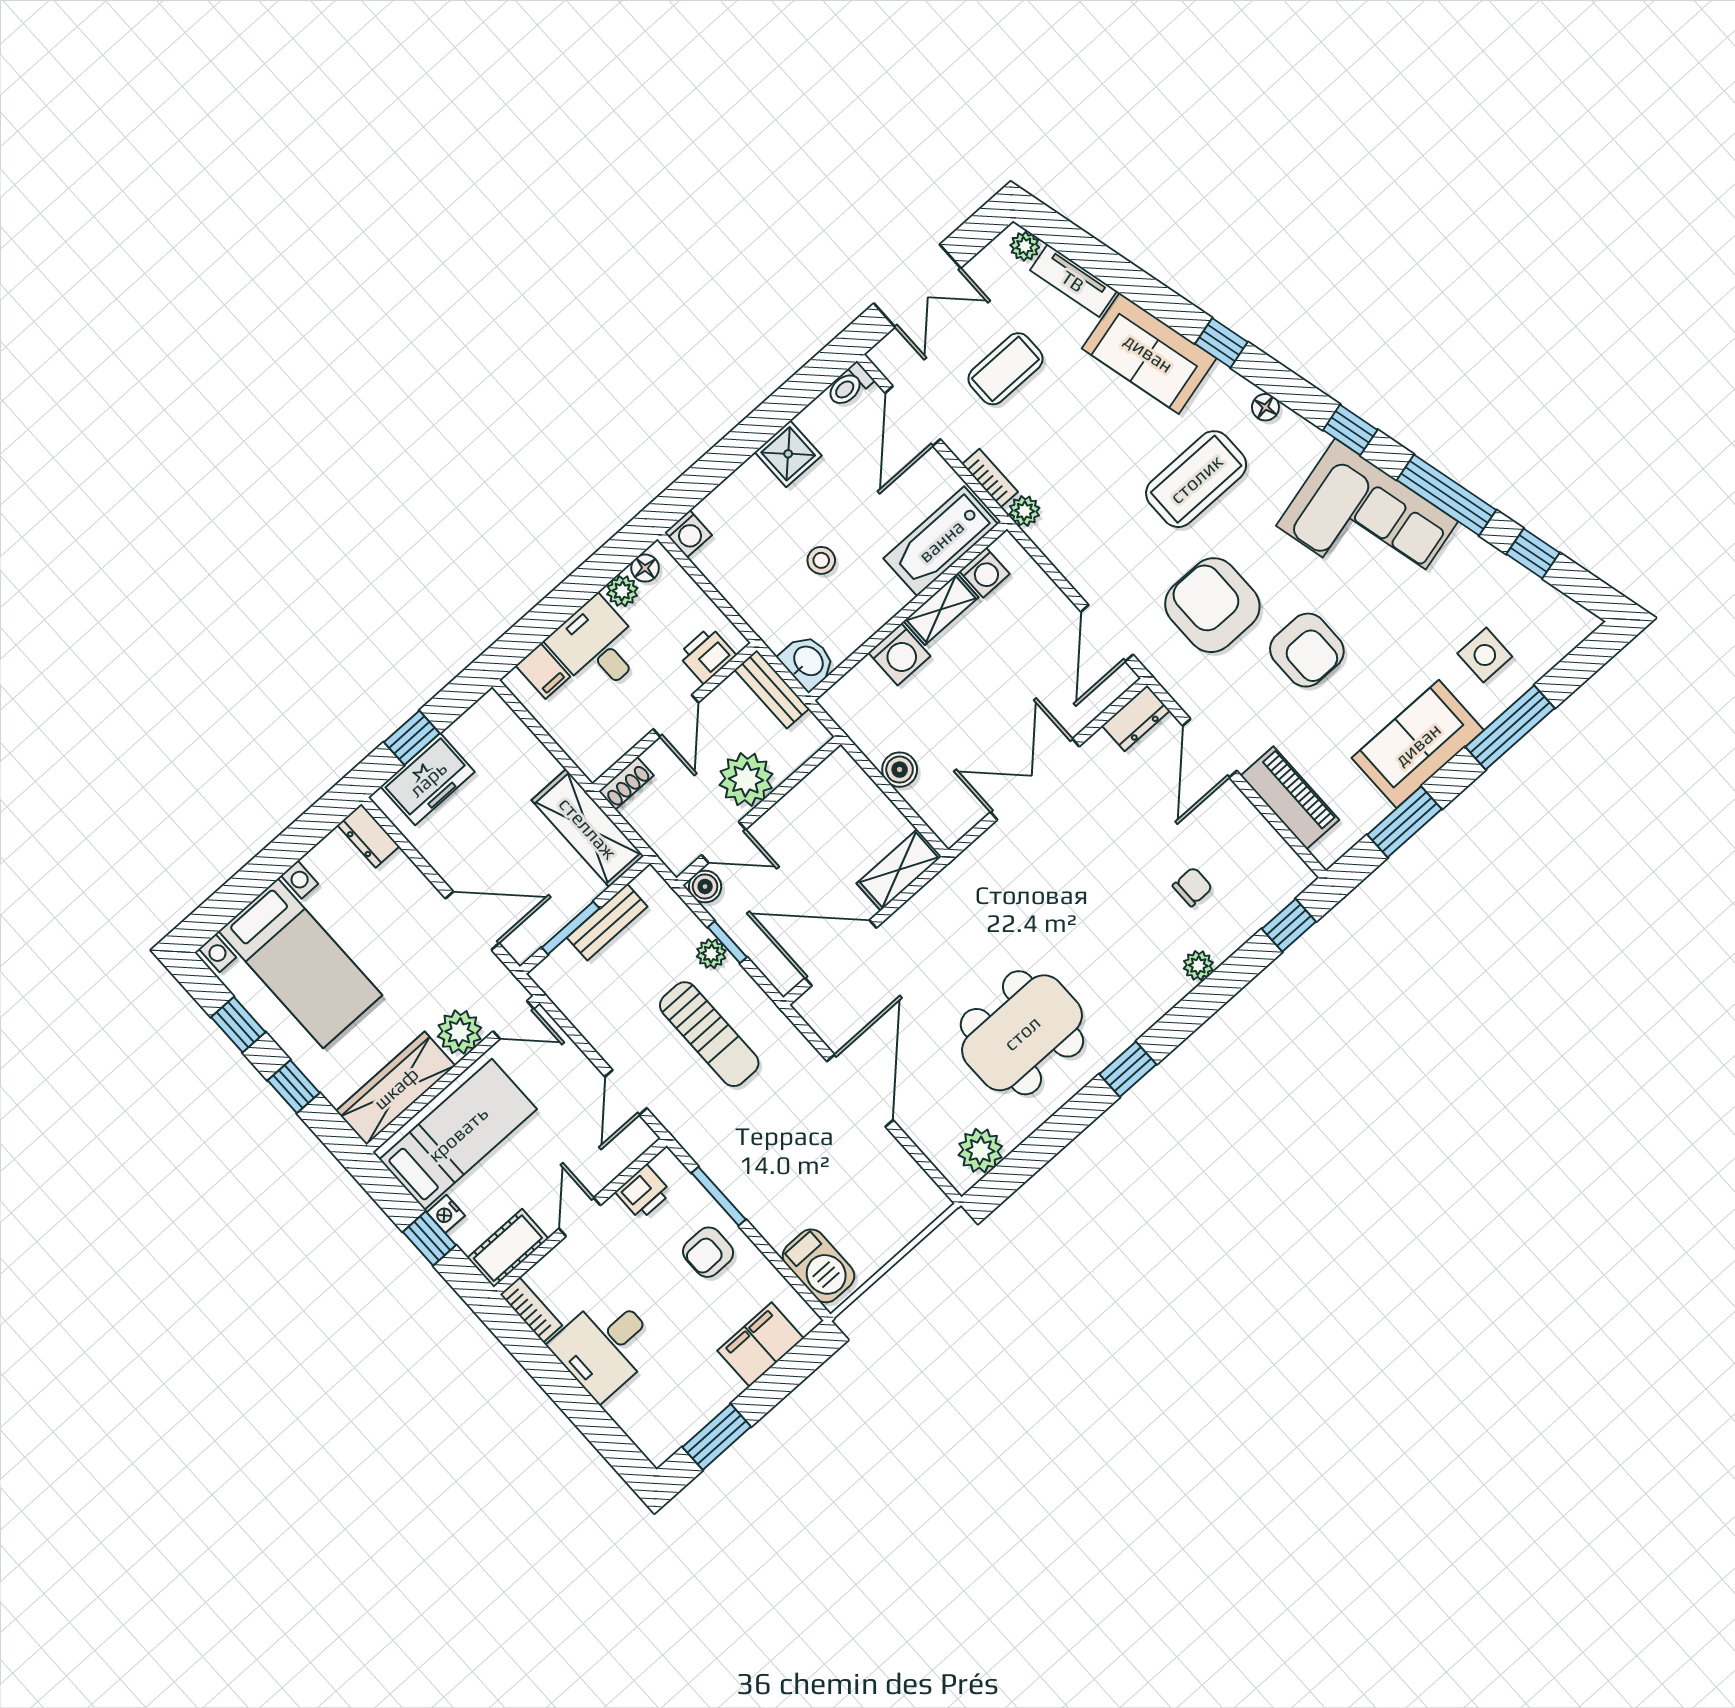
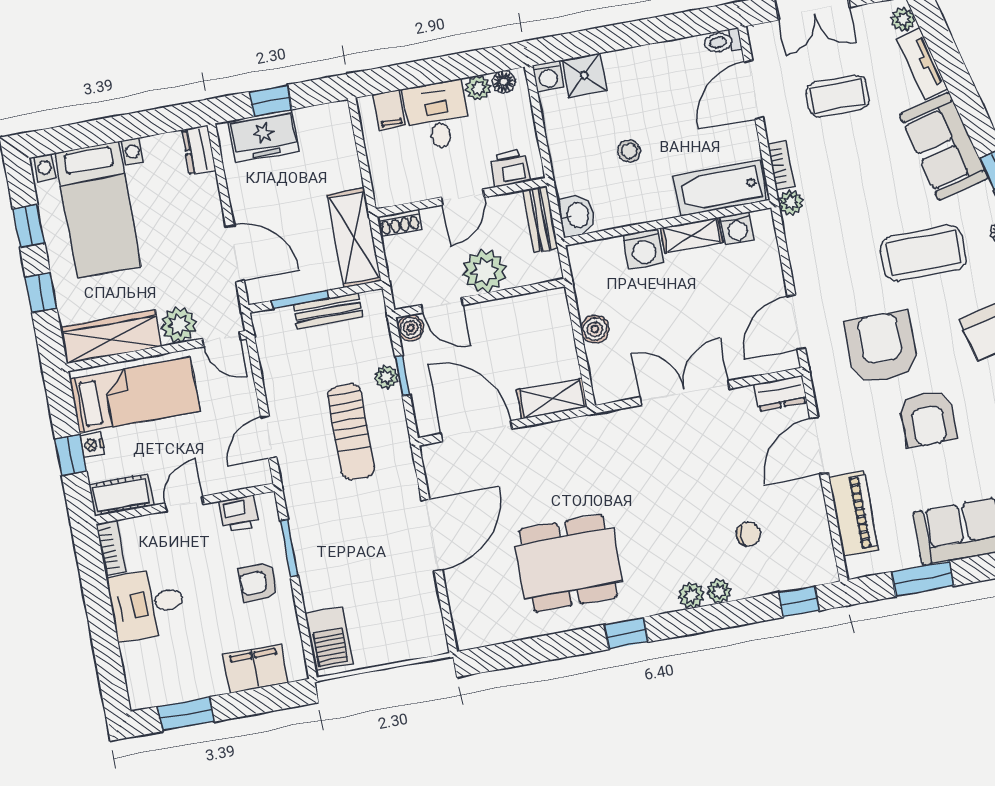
shower: (788, 454) -> (584, 75), moved
plant: (980, 1151) -> (691, 595), moved, width x0.73, depth x0.73

